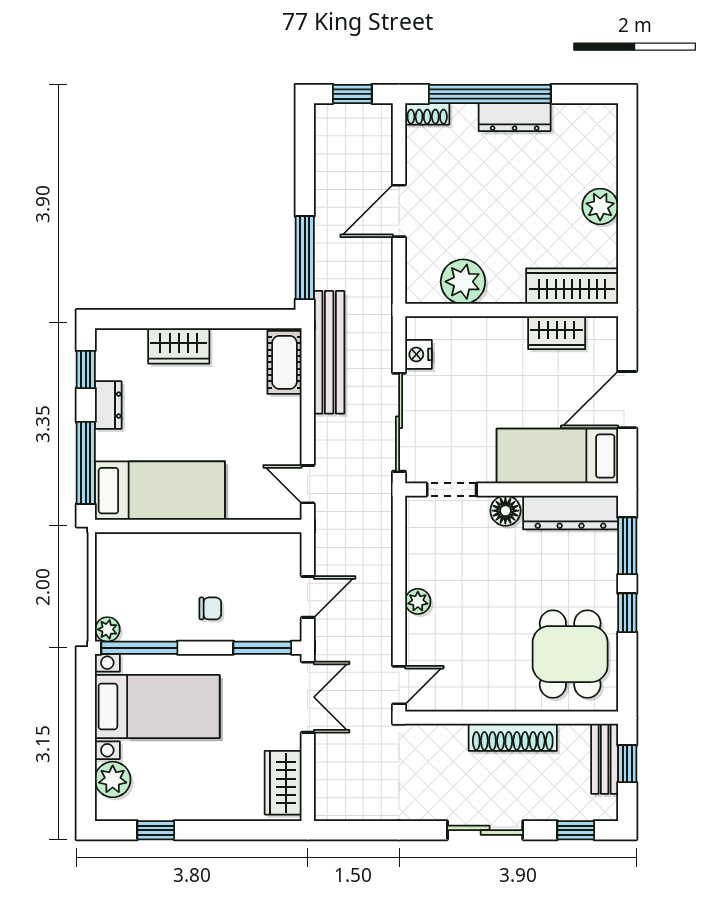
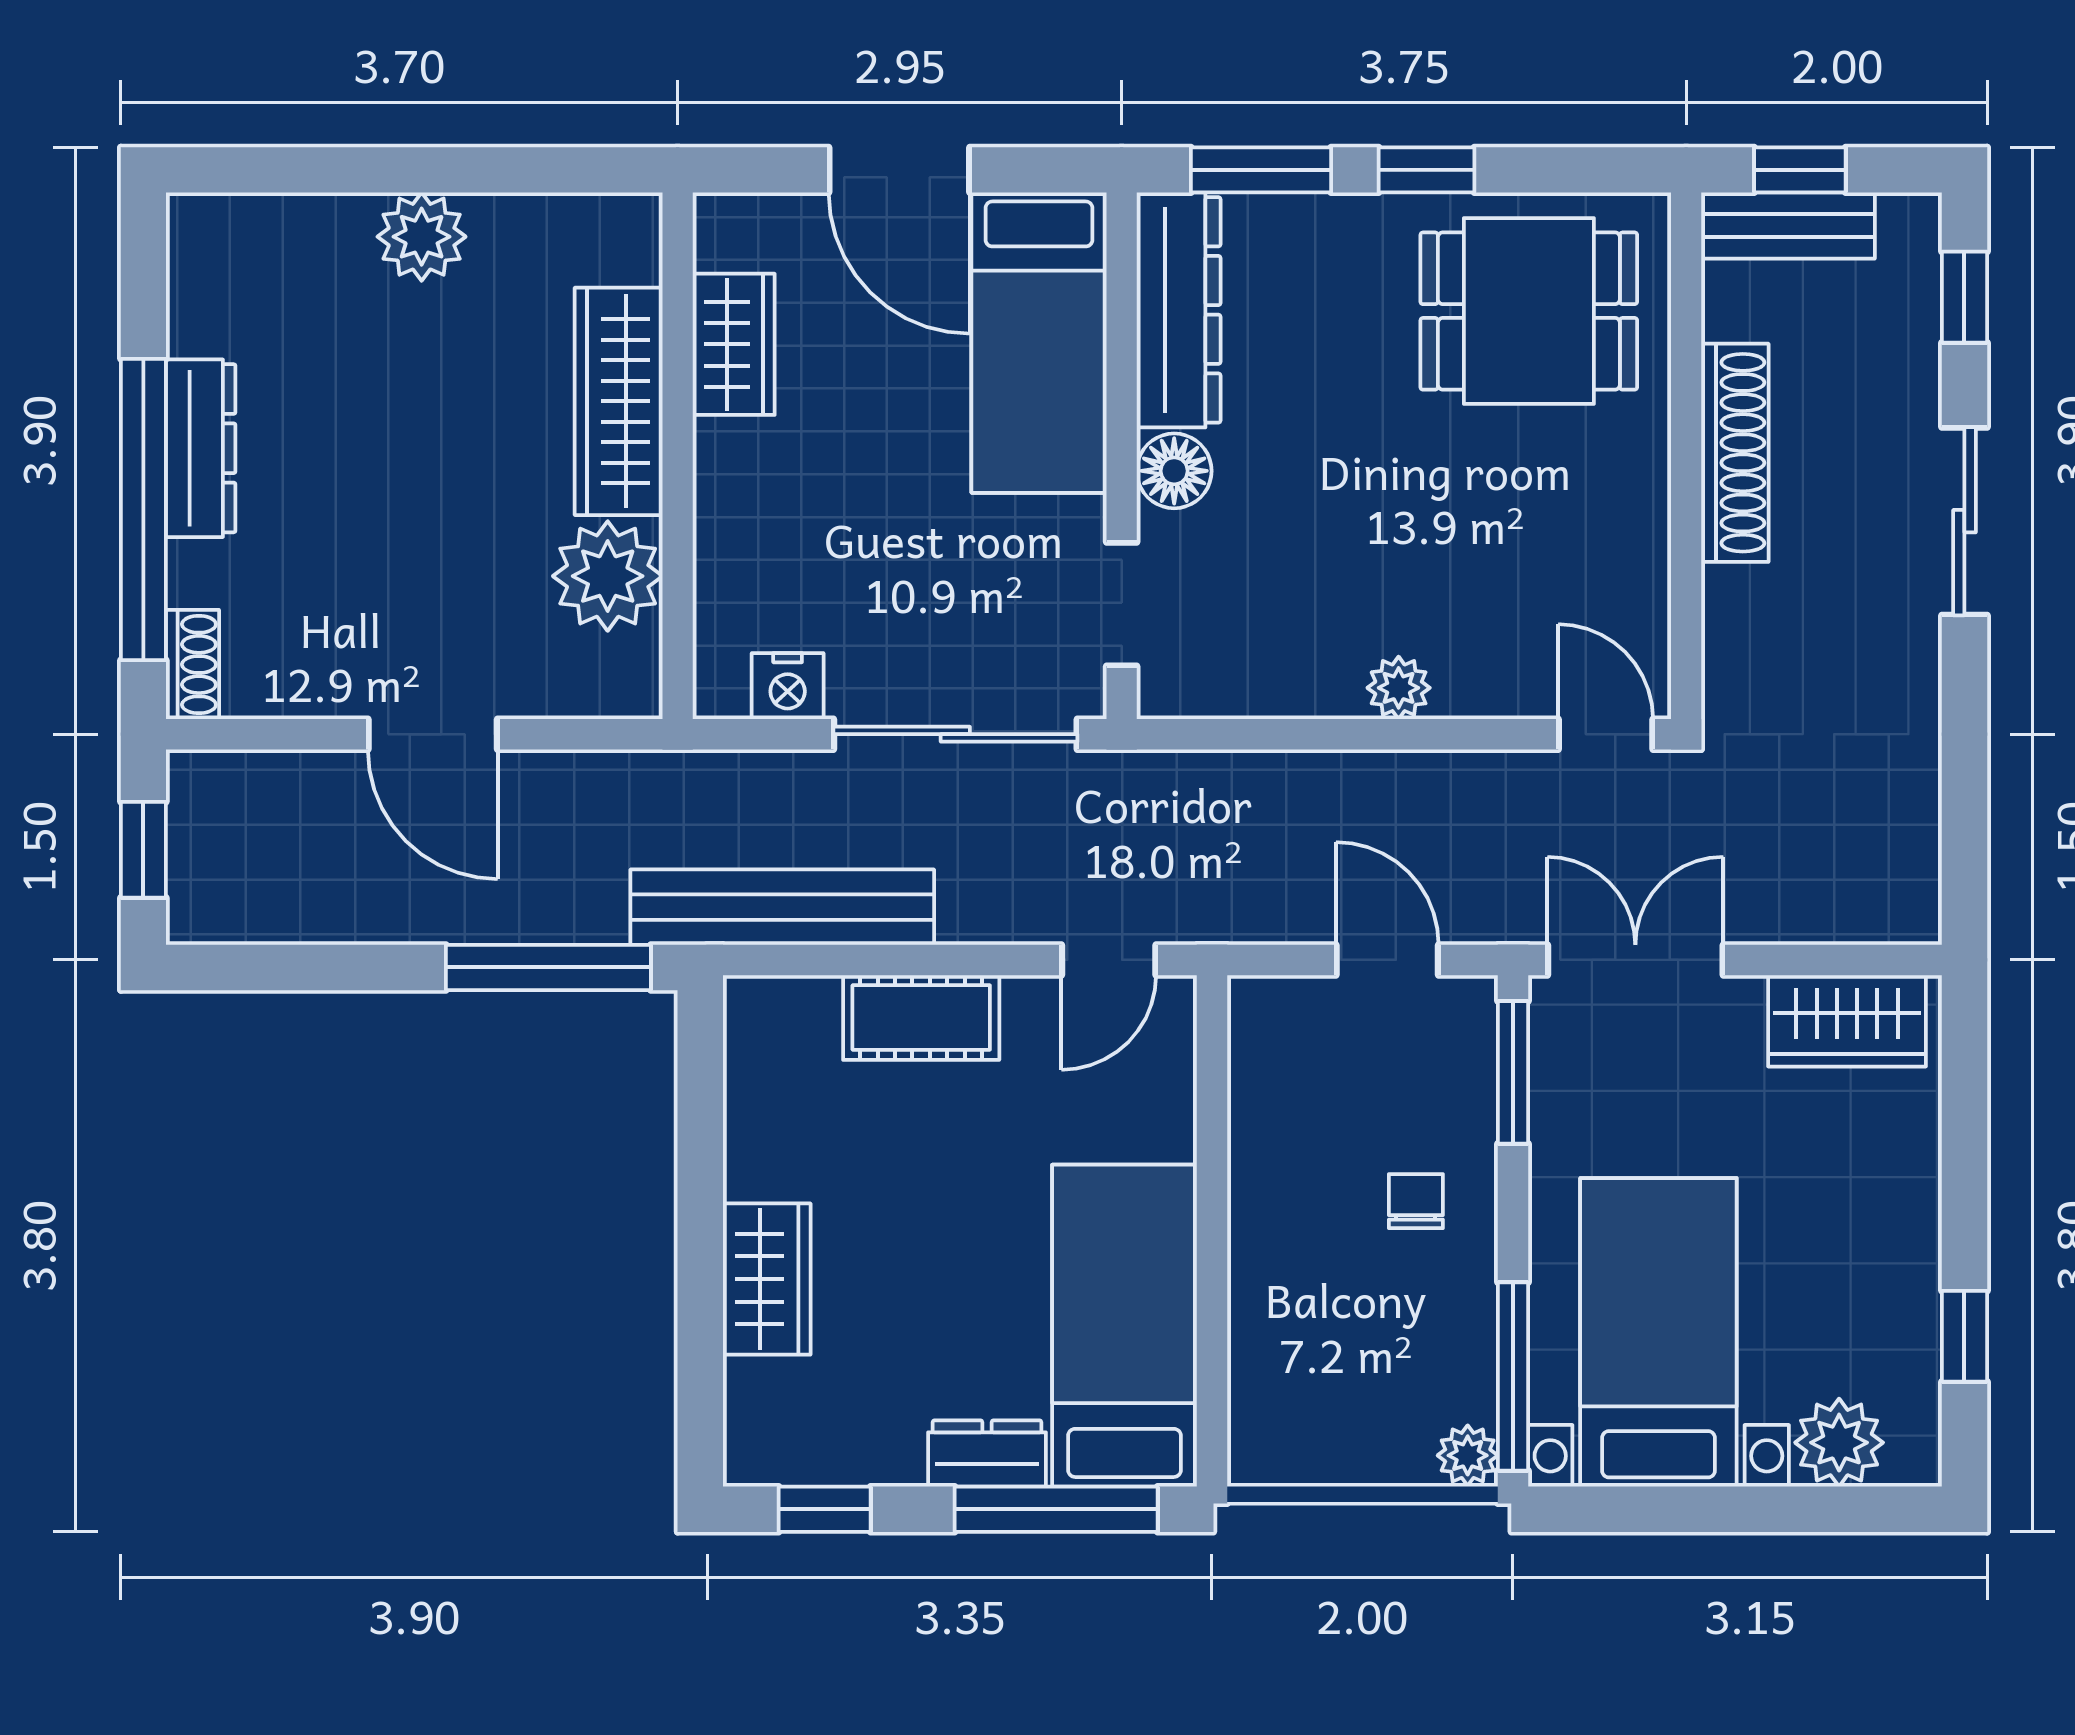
wardrobe: (572, 286) -> (619, 401), moved
cot: (284, 362) -> (921, 1017), moved
dresser: (108, 405) -> (987, 1454), moved

